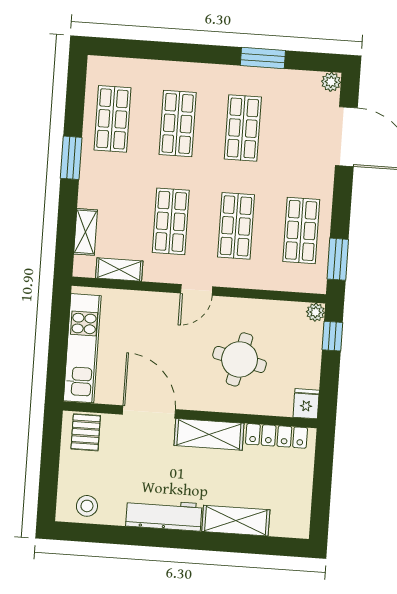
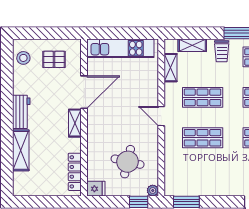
trolley: (99, 185) -> (222, 51), added
shop shelf: (301, 230) -> (203, 178), removed
round table: (240, 359) -> (128, 162), moved
pallet: (86, 432) -> (54, 59), moved
shelving: (209, 434) -> (75, 123), width x0.67, depth x0.75
workbench: (164, 515) -> (21, 112), width x0.73

